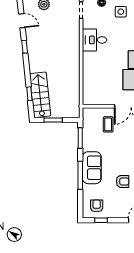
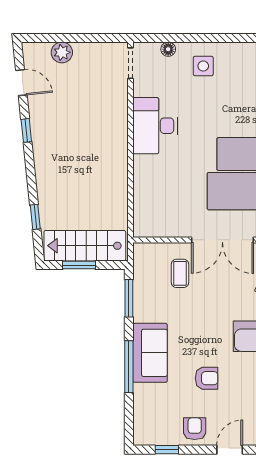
desk: (95, 40) -> (155, 126), width x1.37
stairs: (40, 95) -> (85, 246), moved, turned -84
armchair: (97, 206) -> (195, 429), moved

